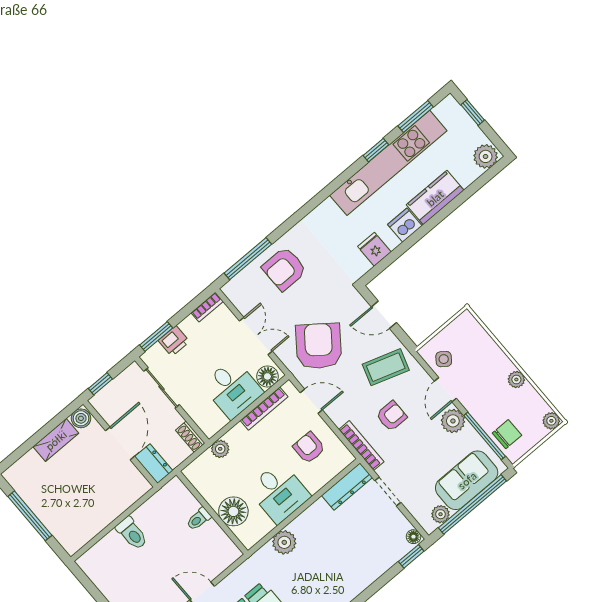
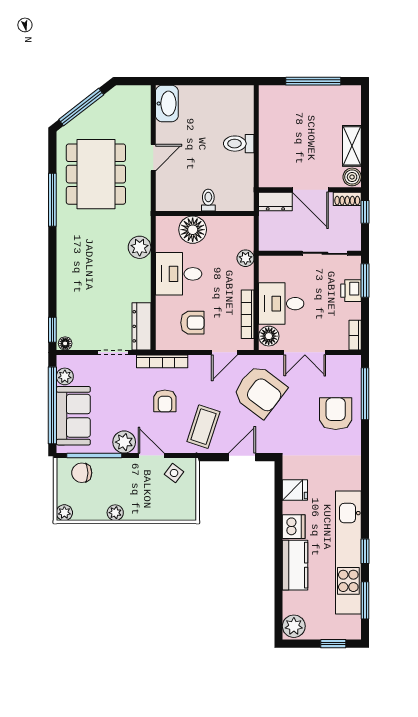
chair: (507, 434) -> (82, 473), turned 90
shoe rack: (190, 437) -> (347, 199), moved, turned 180

